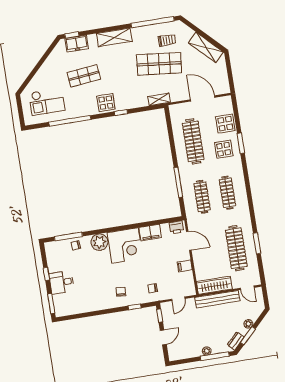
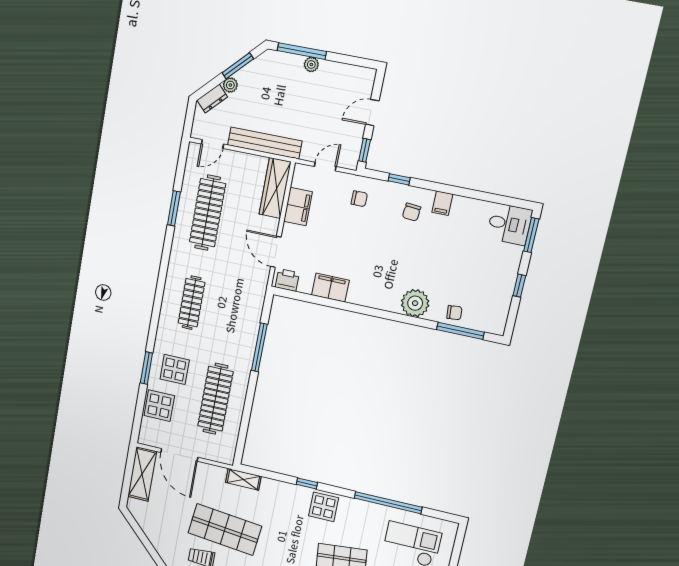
shelving: (206, 47) -> (142, 474), moved, turned 45
clothes rail: (202, 197) -> (232, 311), removed
corner desk: (125, 245) -> (377, 283), removed
filing cabinet: (185, 266) -> (298, 207), width x2.00
desk: (62, 282) -> (509, 224), moved
wardrobe: (214, 285) -> (275, 188), moved, turned 90
door: (247, 288) -> (212, 144), swing flipped
filing cabinet: (106, 303) -> (442, 203), added
dresser: (236, 341) -> (212, 99), moved

